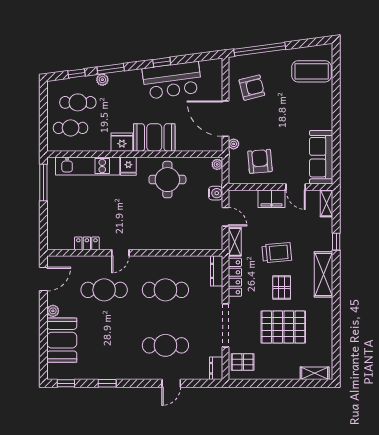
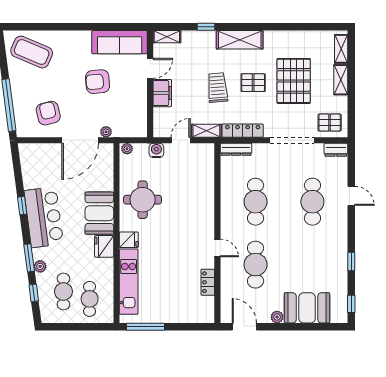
coffee table: (312, 71) -> (32, 52), turned -67
bar counter: (172, 80) -> (44, 217), moved
armchair: (260, 161) -> (98, 82), moved
pallet: (243, 362) -> (330, 123), turned 90
shelving: (284, 373) -> (341, 80), added

